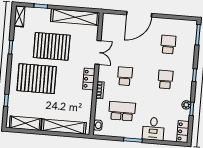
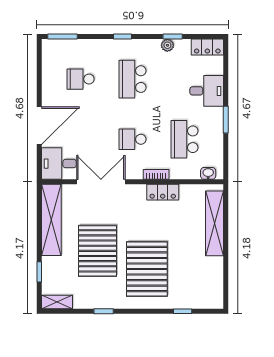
door: (139, 14) -> (39, 126), hinge flipped
desk: (113, 25) -> (59, 164), added
double door: (98, 52) -> (101, 182), width x1.37
locker: (89, 79) -> (163, 192), moved
school desk: (165, 79) -> (133, 79), width x1.85
shelving: (25, 123) -> (214, 280), removed

